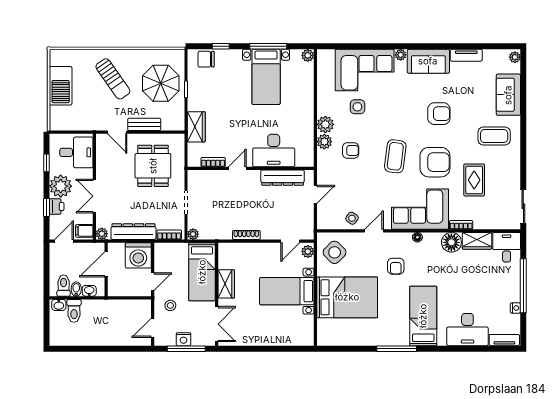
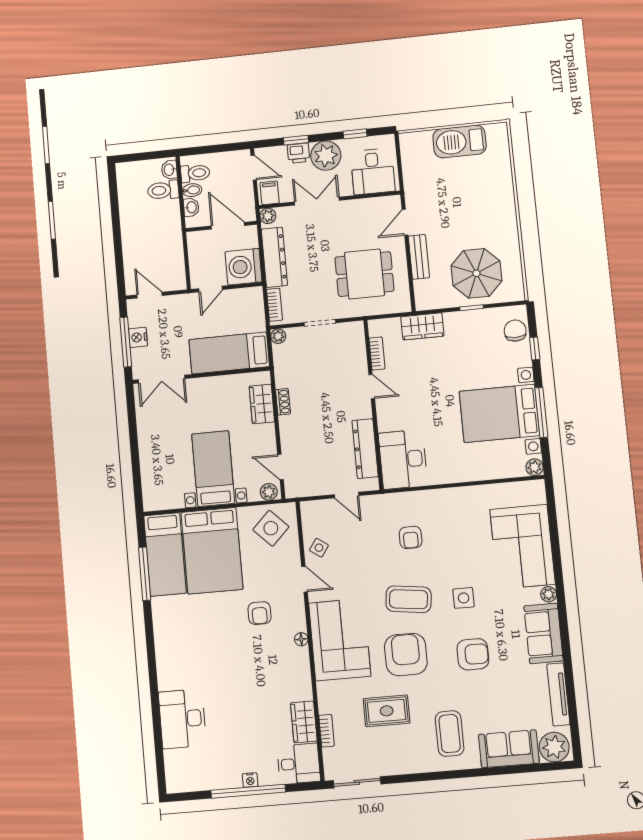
tv unit: (466, 55) -> (558, 694), width x1.41
plant: (515, 57) -> (554, 747), width x1.88, depth x1.88
bed with nightstands: (266, 77) -> (499, 413), width x1.36
sun lounger: (113, 79) -> (476, 209), removed
side table: (357, 107) -> (464, 598), moved
armchair: (439, 114) -> (473, 654), turned -90
plant: (325, 124) -> (443, 500), removed
plant: (324, 142) -> (419, 501), removed
desk: (274, 151) -> (403, 459), moved
armchair: (435, 162) -> (406, 655), turned 180
bookcase: (461, 225) -> (327, 731), moved
shoe rack: (246, 235) -> (283, 402), width x0.70
floor lamp: (451, 242) -> (299, 687), removed
armchair: (396, 266) -> (260, 613), turned -90
door: (153, 282) -> (210, 289), hinge flipped
wardrobe: (226, 284) -> (262, 404), moved, turned 90
stool: (170, 305) -> (181, 316), removed
nightstand: (515, 308) -> (250, 780), moved
bed: (423, 316) -> (165, 554), moved, turned 90
tv unit: (504, 340) -> (172, 771), removed
window: (397, 349) -> (145, 574), moved

